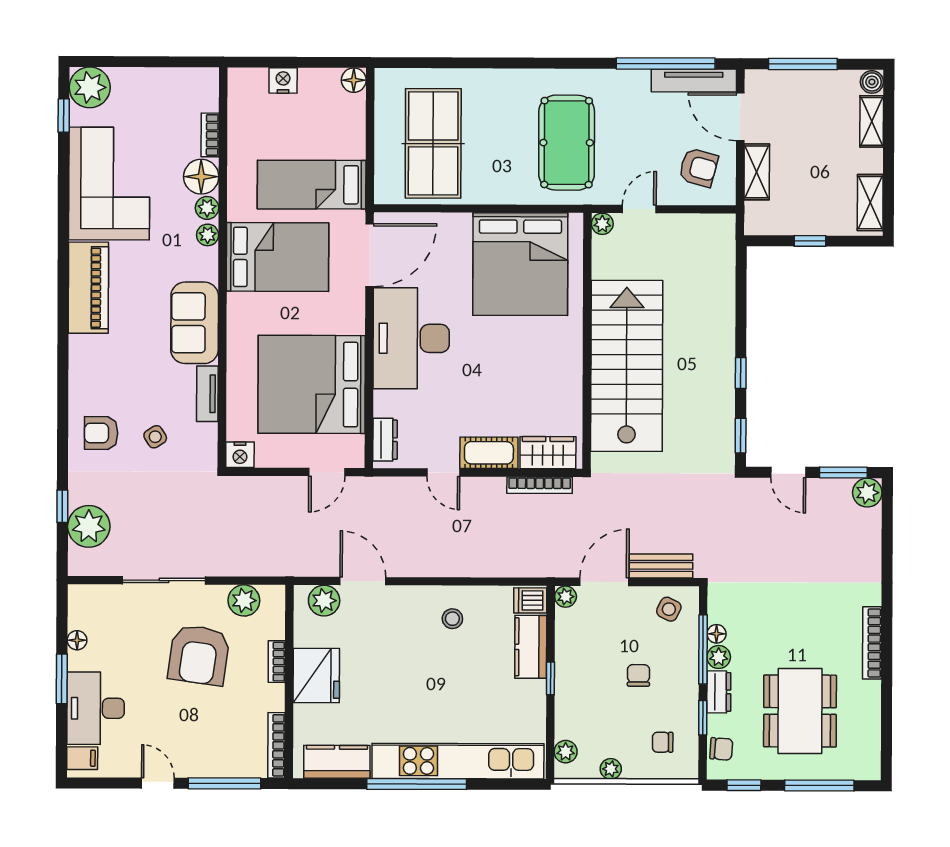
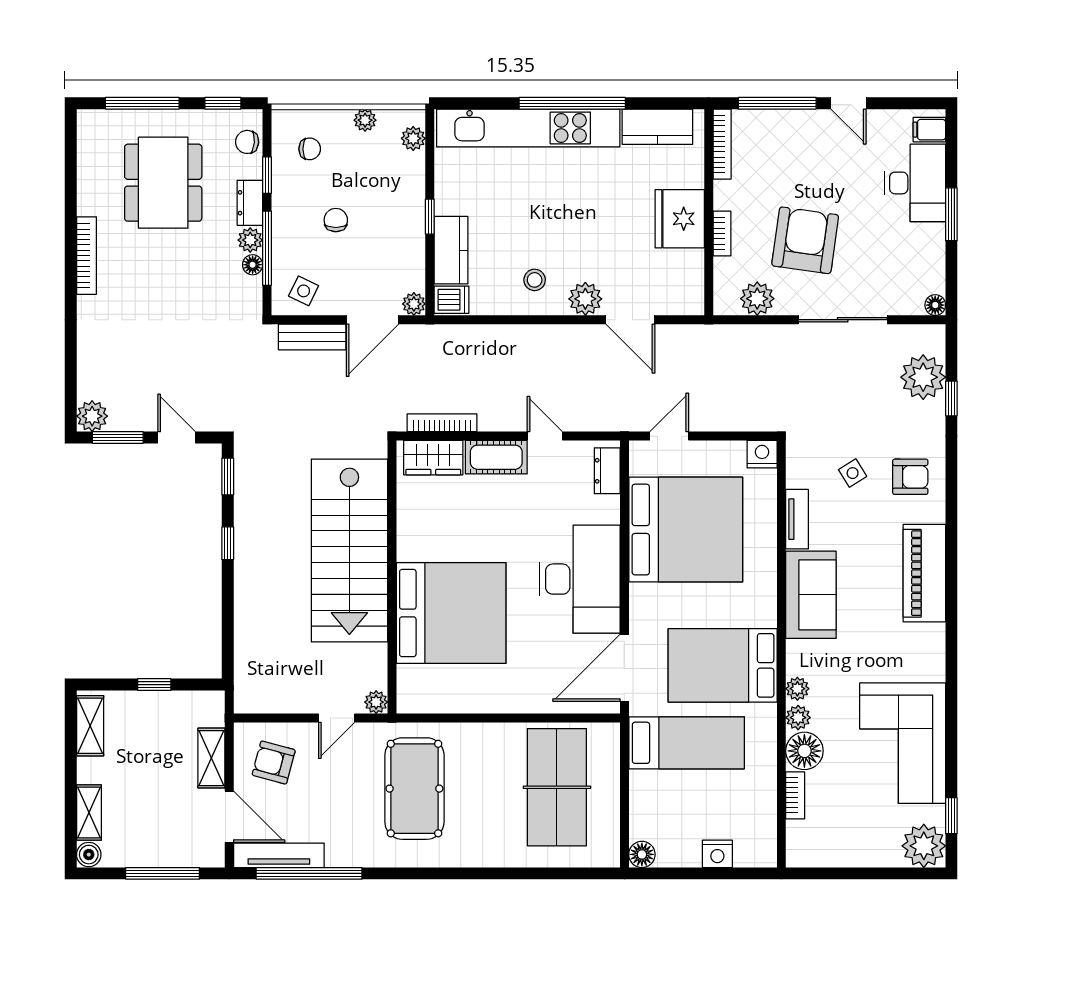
bed: (520, 264) -> (451, 613), moved, turned 90
piano: (88, 288) -> (924, 573), moved
plant: (324, 601) -> (585, 299), moved
floor lamp: (77, 640) -> (935, 305), moved
chair: (638, 675) -> (336, 220), turned 180

